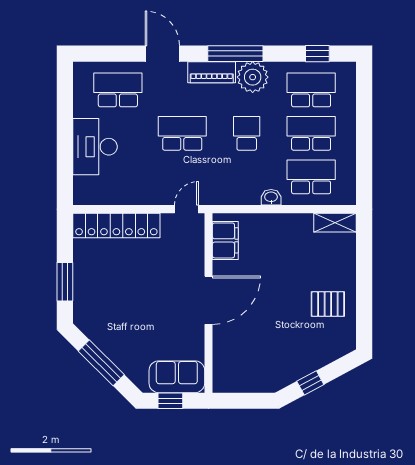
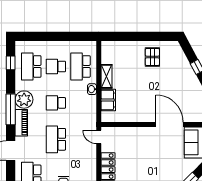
school desk: (311, 133) -> (56, 66), width x0.54
shelving: (335, 223) -> (106, 76), moved
filing cabinet: (225, 240) -> (108, 100), moved, turned 90
door: (209, 300) -> (170, 125), moved

